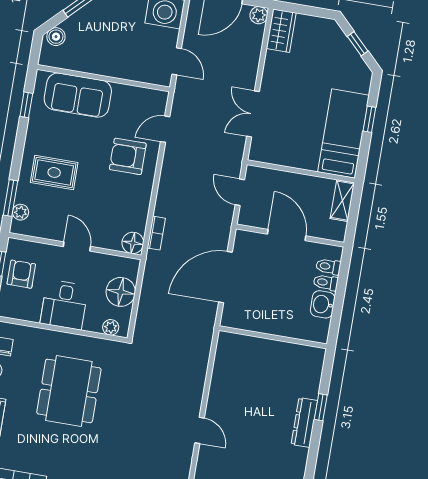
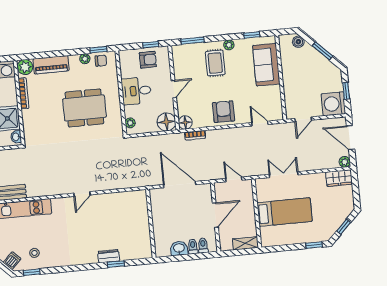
window: (369, 119) -> (314, 245), moved
bed: (343, 134) -> (285, 212), moved
armchair: (128, 156) -> (224, 112), moved
door: (240, 192) -> (234, 179), hinge flipped
plant: (21, 212) -> (229, 45), moved
floor lamp: (121, 292) -> (166, 122), moved
dresser: (304, 422) -> (109, 256), width x0.70

